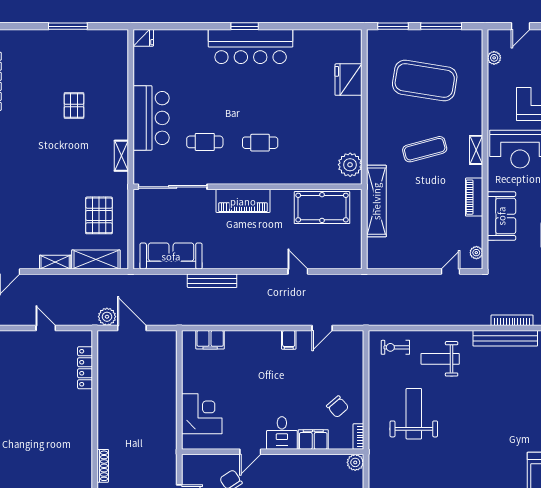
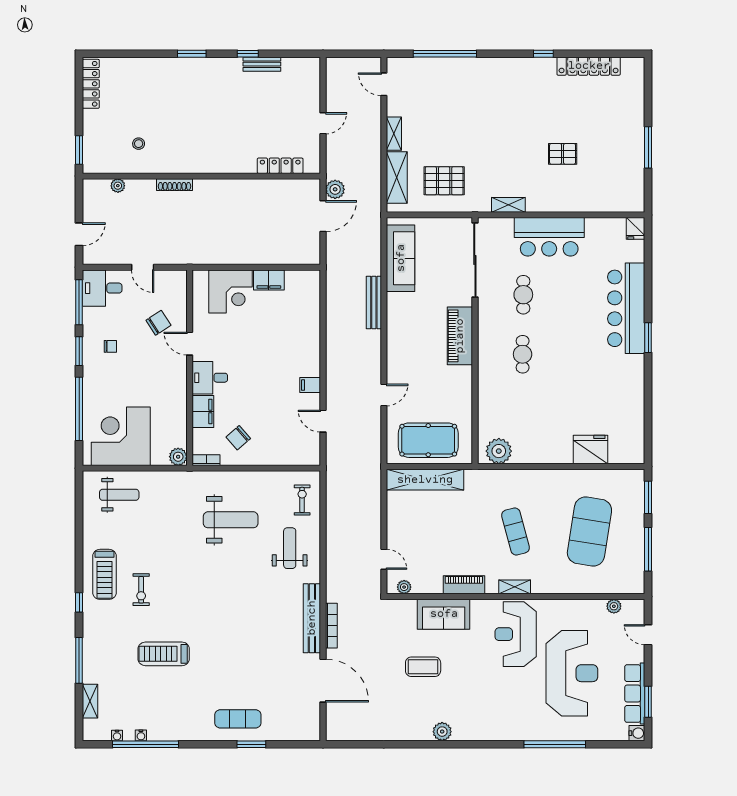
bar counter: (251, 46) -> (626, 308), moved
shelving: (376, 201) -> (425, 480), moved
pool table: (322, 208) -> (428, 440), moved, turned 90
filing cabinet: (210, 340) -> (269, 280), moved, turned -90

